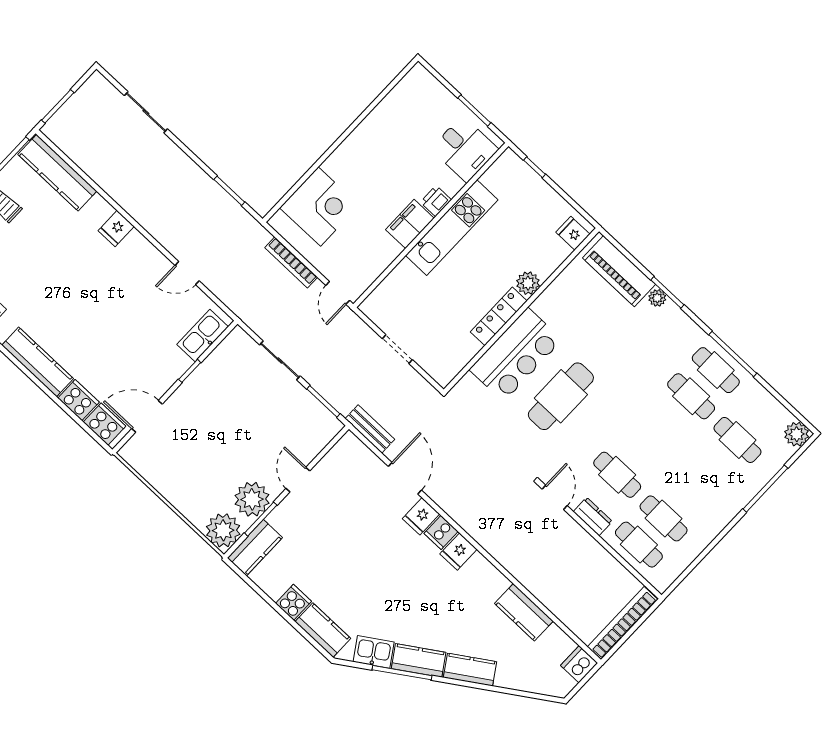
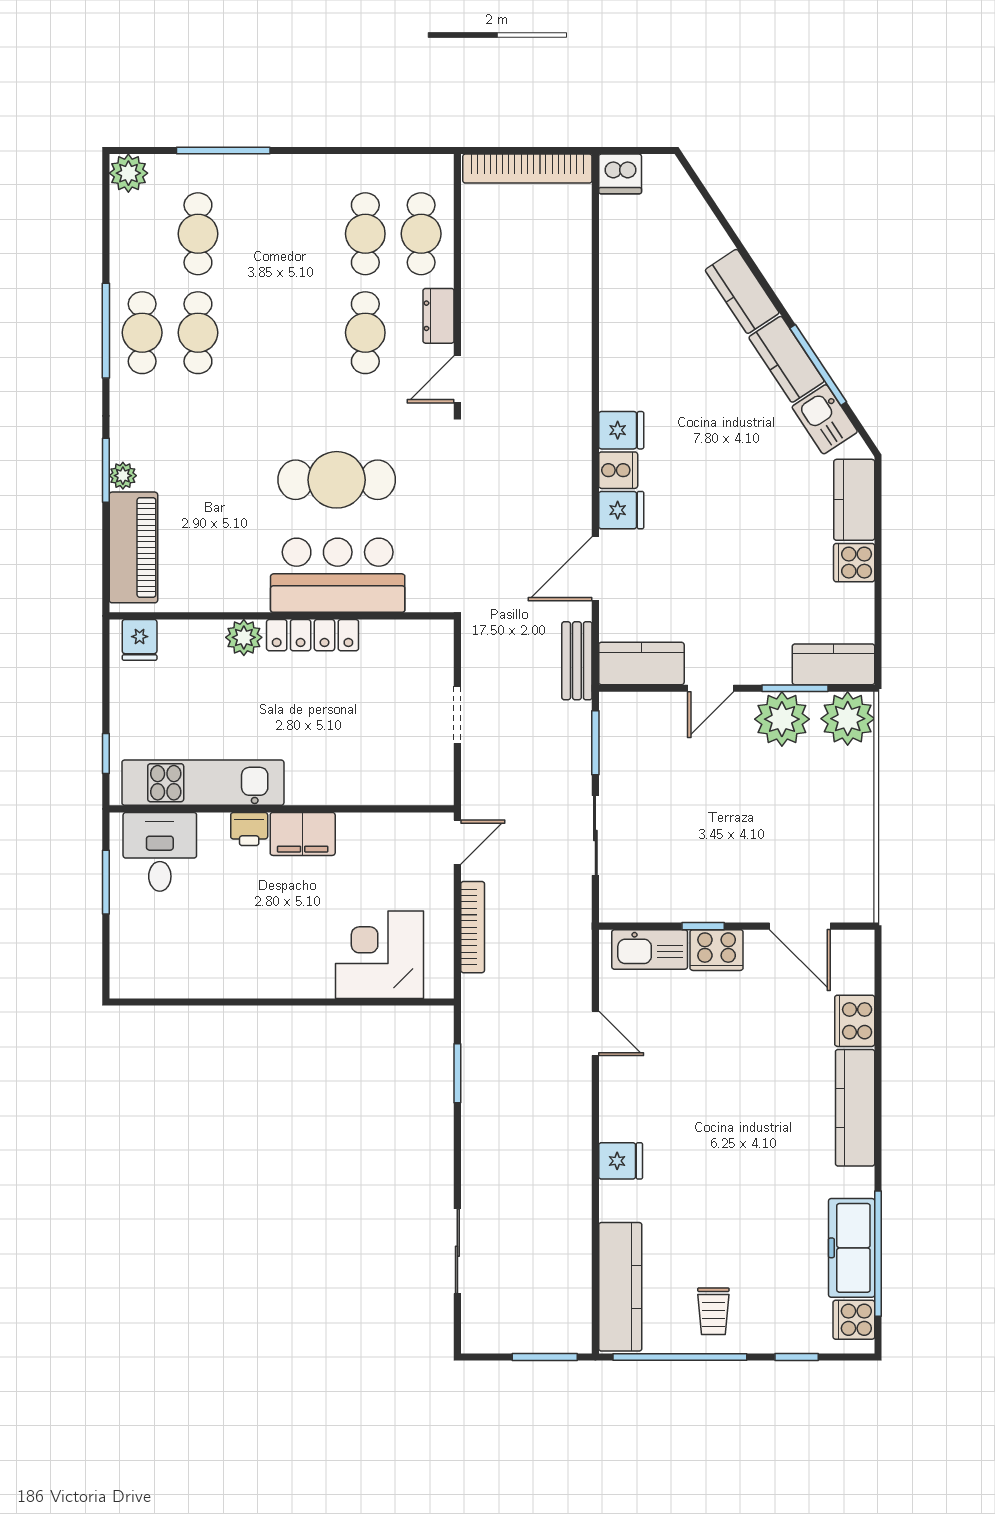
kitchen unit: (452, 228) -> (203, 783), moved
cooker: (104, 424) -> (717, 950), moved, turned -90
kitchen counter: (524, 612) -> (641, 664), moved, turned -90

